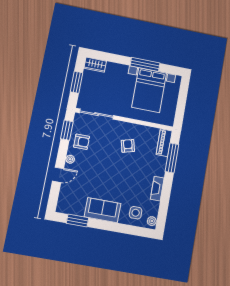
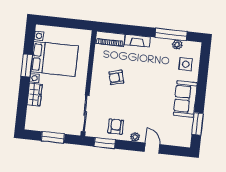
window: (145, 64) -> (27, 65), width x0.69
wardrobe: (95, 65) -> (35, 95), moved
window: (172, 158) -> (171, 34), moved
fireplace: (157, 189) -> (137, 41), moved
plant: (152, 221) -> (177, 45), moved

